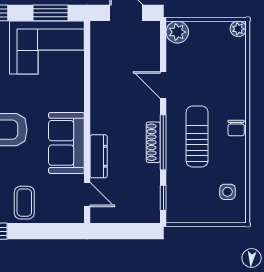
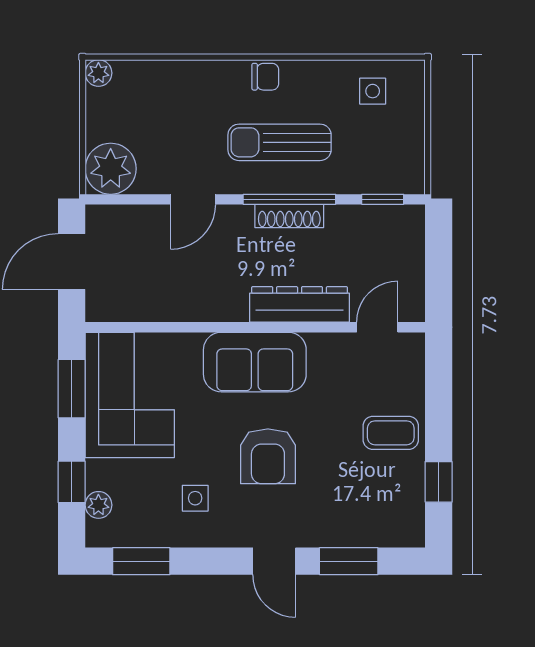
plant: (177, 32) -> (111, 169), width x1.36, depth x1.36
sofa: (66, 143) -> (255, 362), moved
dresser: (99, 156) -> (300, 304), width x1.37, depth x1.24

